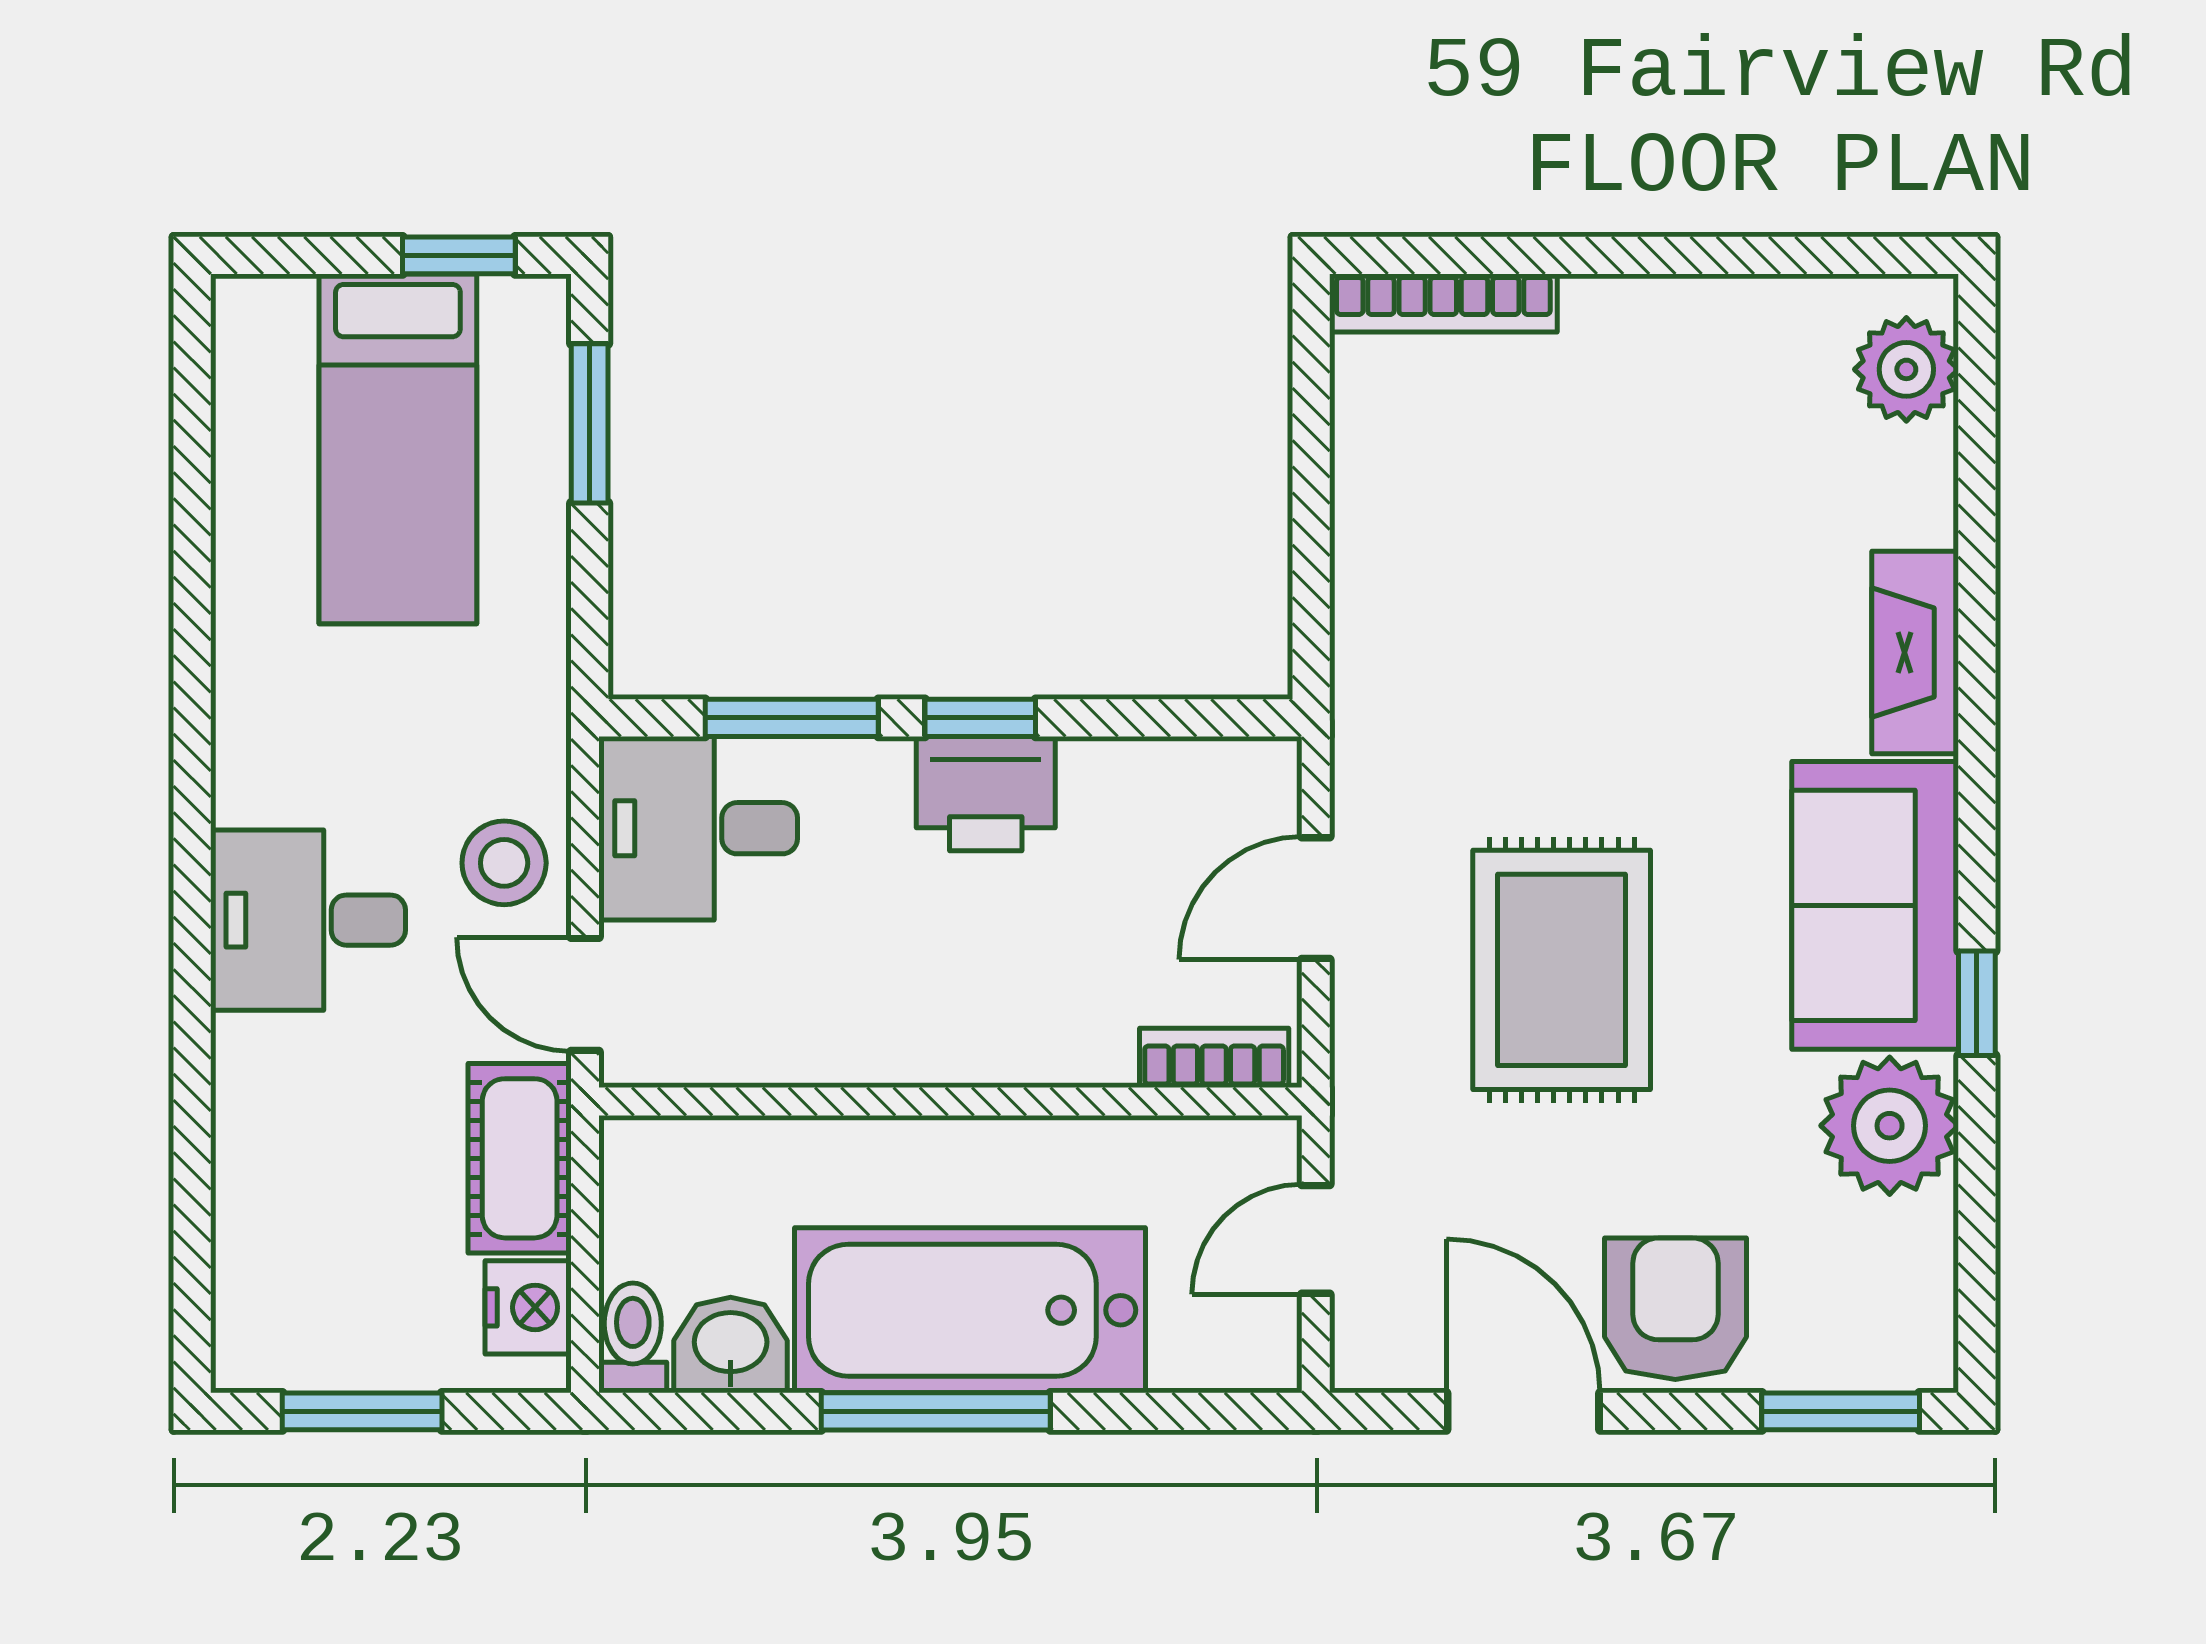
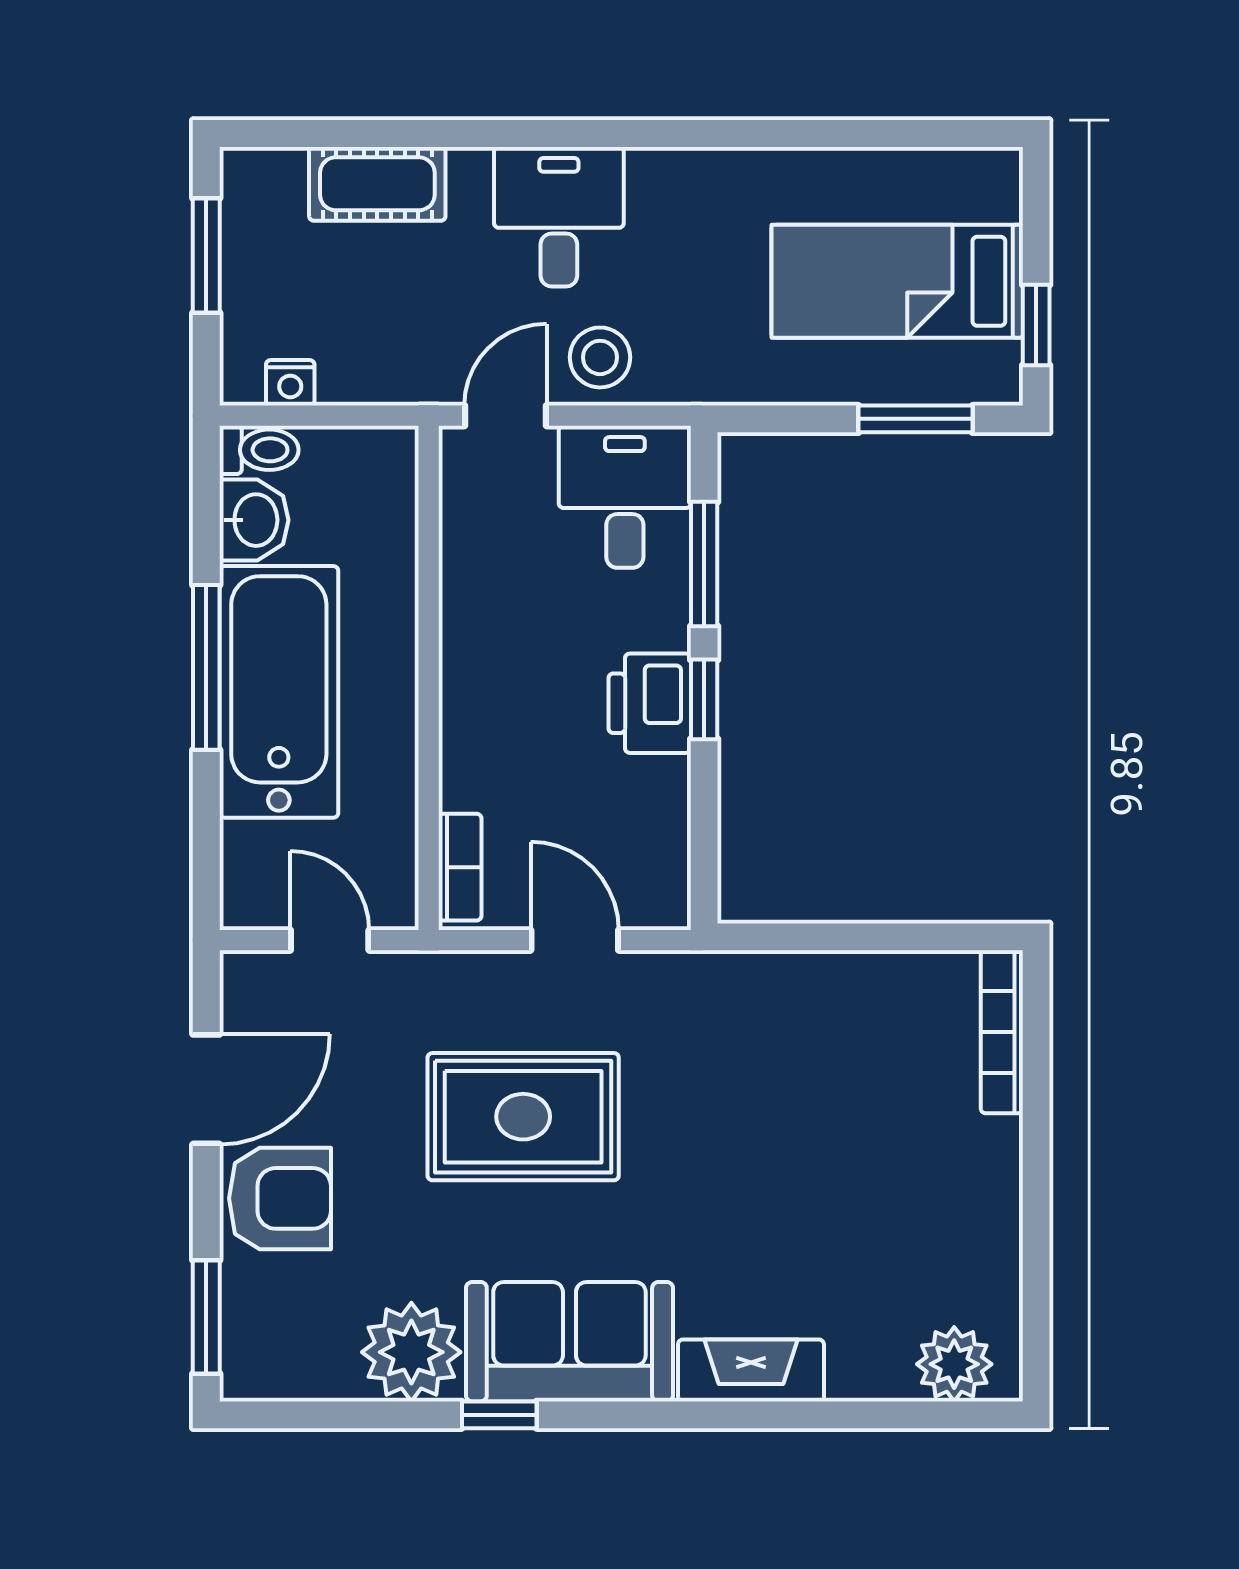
cot: (520, 1158) -> (377, 184), moved
nightstand: (528, 1307) -> (290, 383), width x0.72, depth x0.74

